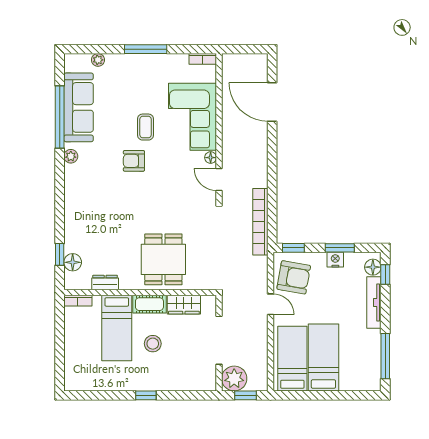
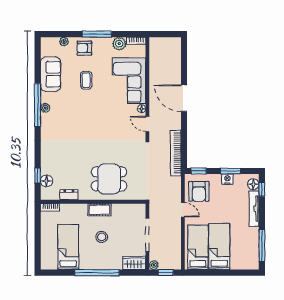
plant: (178, 63) -> (119, 44), added
door: (272, 102) -> (184, 98), moved
sofa: (79, 107) -> (51, 74), width x0.73
window: (60, 117) -> (38, 105), moved
coffee table: (146, 127) -> (86, 80), moved
armchair: (134, 161) -> (84, 48), moved
dining table: (163, 259) -> (109, 179), turned 90
armchair: (294, 277) -> (199, 191), turned 80
wardrobe: (184, 305) -> (134, 263), moved, turned 180
bed: (117, 328) -> (68, 247), moved, turned 180
plant: (234, 379) -> (154, 265), width x0.53, depth x0.53
window: (146, 395) -> (97, 273), width x3.17

